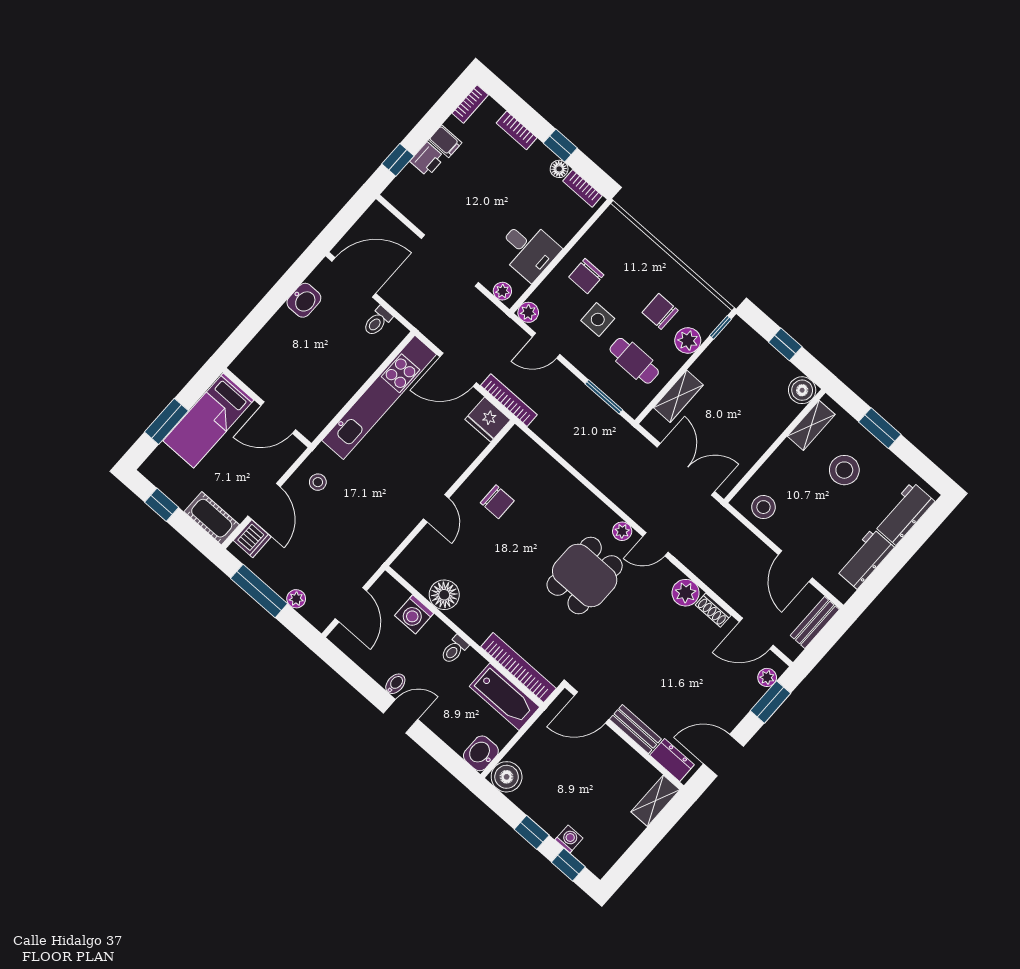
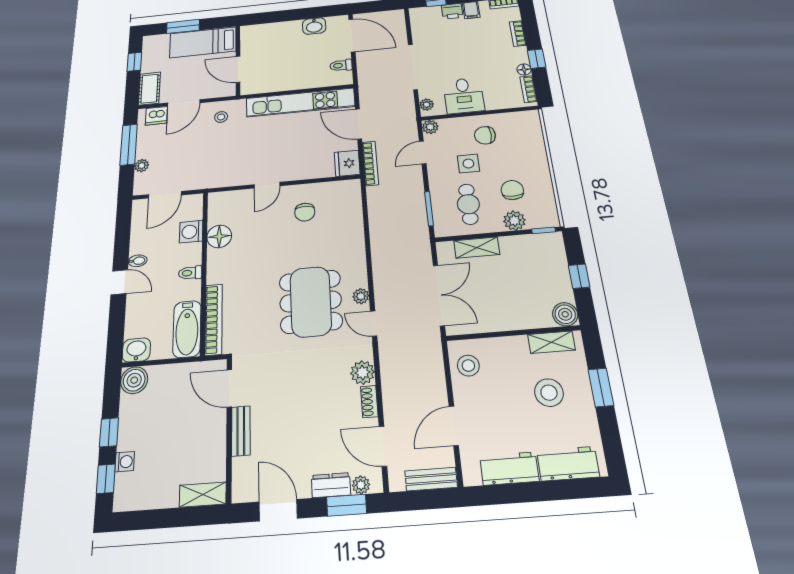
door: (546, 346) -> (423, 153), hinge flipped
dining table: (585, 575) -> (311, 302), width x1.38
dresser: (672, 760) -> (331, 485), moved, turned -90

